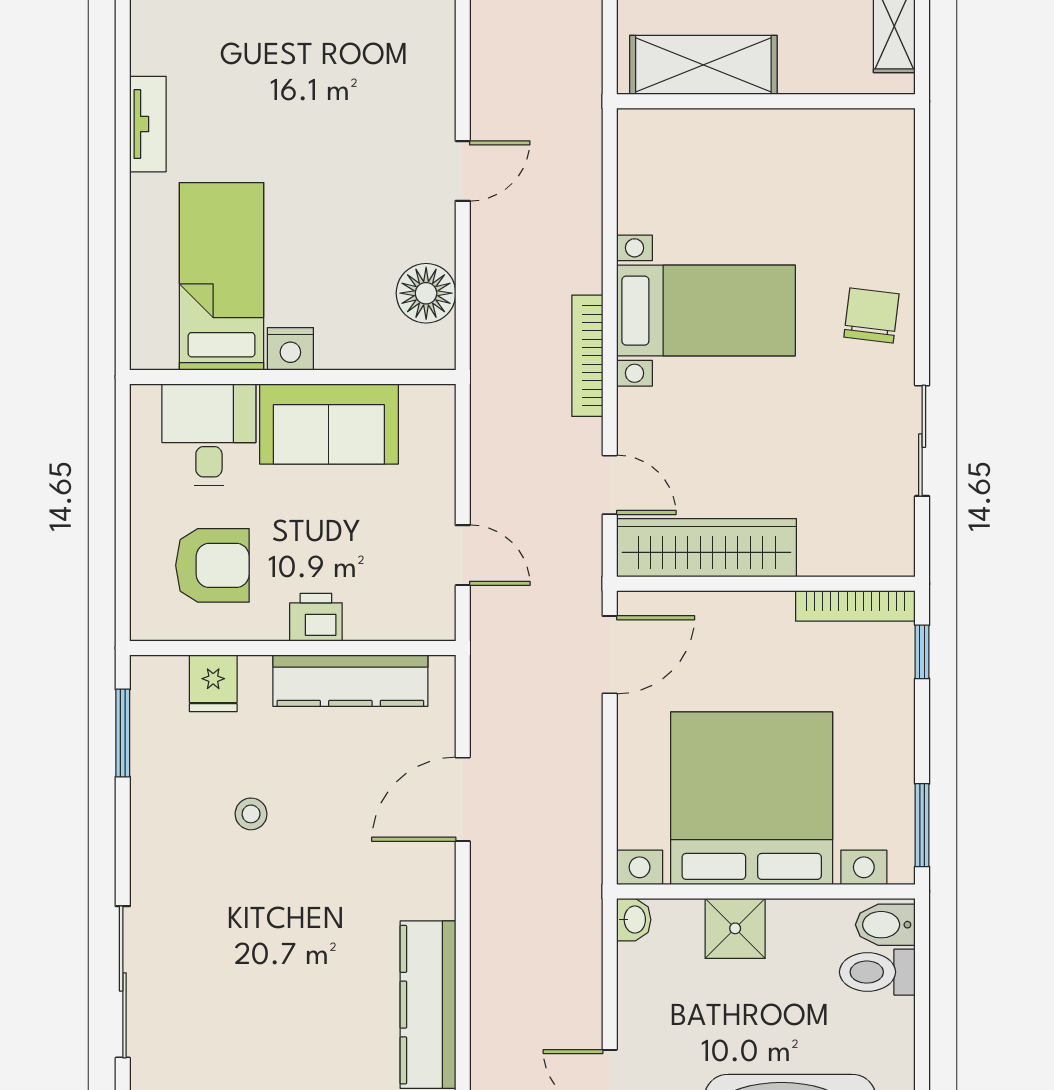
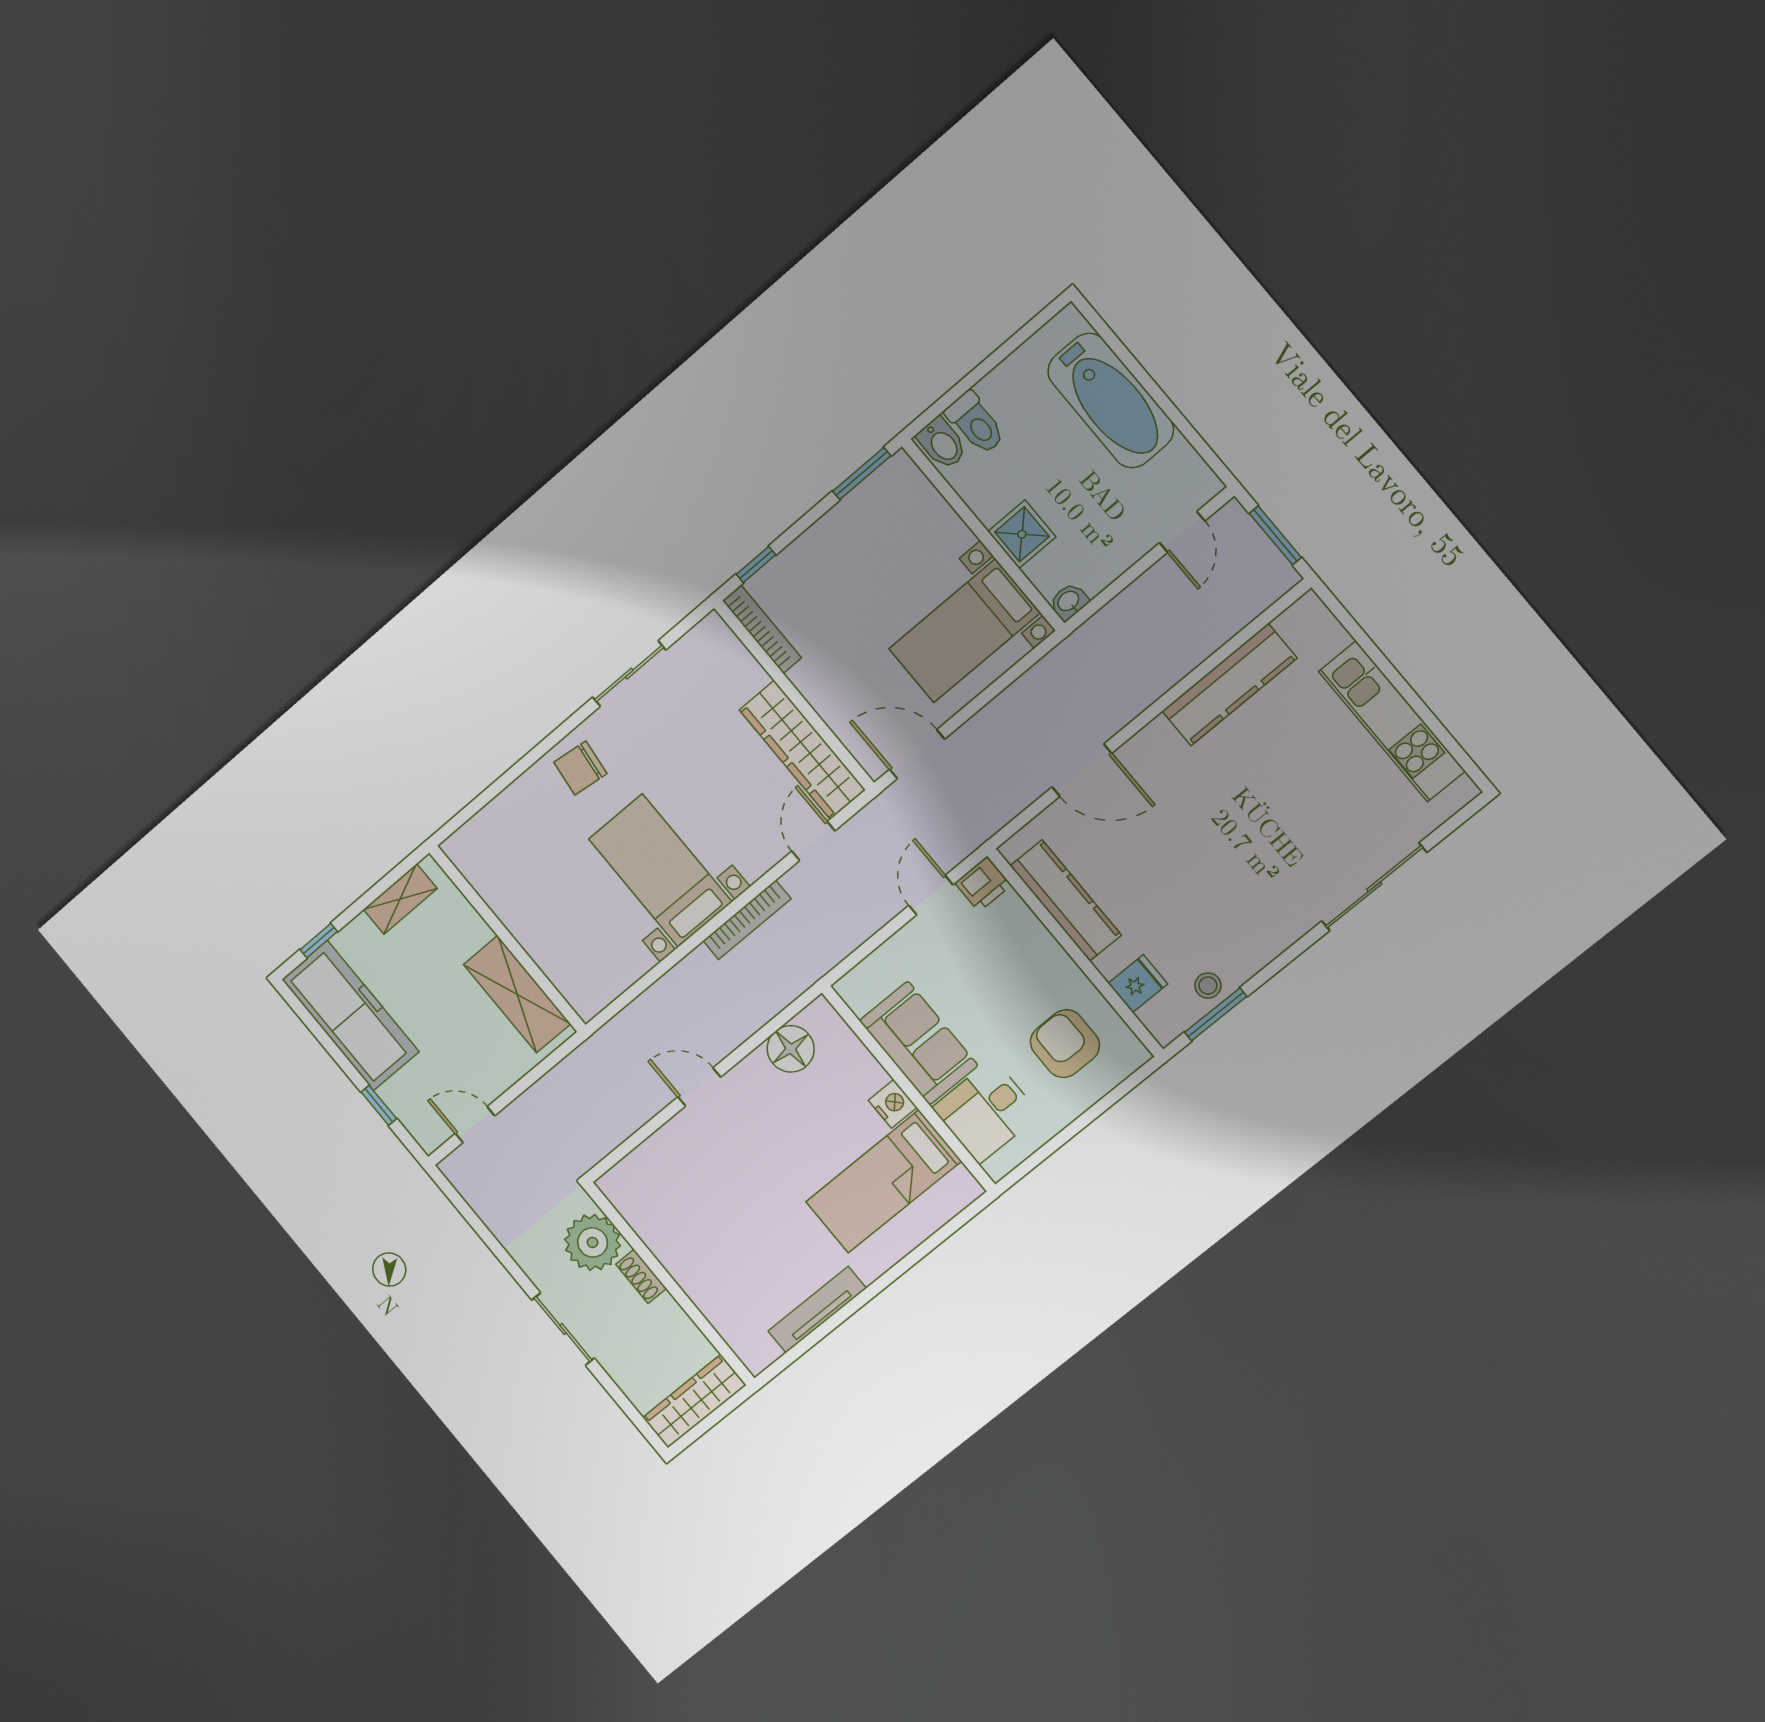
tv unit: (148, 124) -> (817, 1310), width x1.41
printer: (316, 617) -> (983, 884), moved, turned -90
bed with nightstands: (752, 798) -> (964, 631), width x0.54
stool: (251, 814) -> (1208, 986), moved

